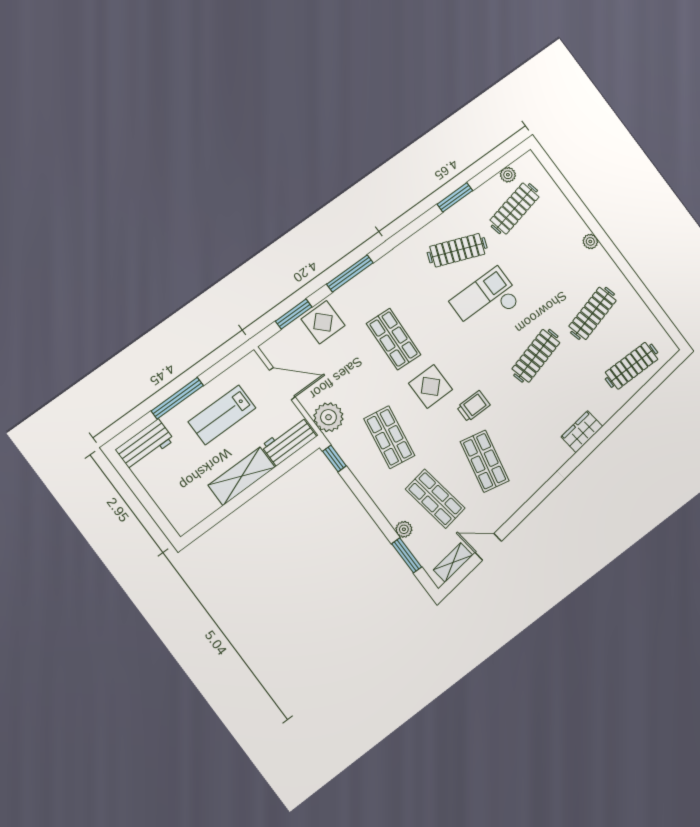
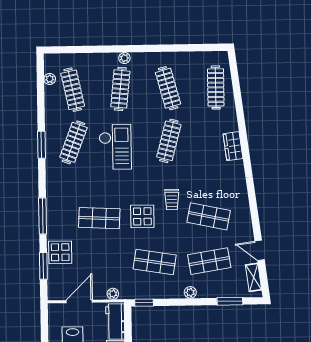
window: (455, 197) -> (41, 145), moved
clothes rail: (554, 261) -> (120, 89), added
checkout: (486, 301) -> (115, 147), turned 180
clothes rail: (536, 356) -> (169, 141), turned 30
trolley: (473, 406) -> (172, 200), turned 180
plant: (328, 417) -> (113, 294), width x0.53, depth x0.53
plant: (404, 529) -> (190, 292), moved
door: (488, 547) -> (260, 250), hinge flipped

